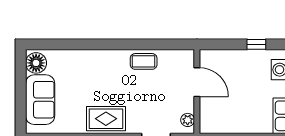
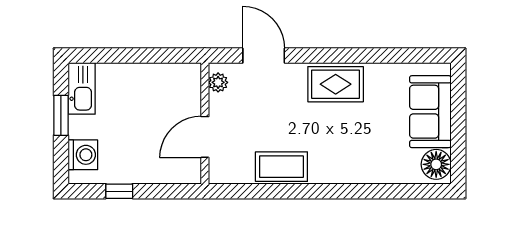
coffee table: (144, 61) -> (281, 167), width x1.36, depth x1.30
door: (197, 82) -> (205, 137), hinge flipped

